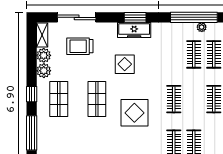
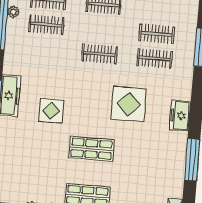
trolley: (80, 46) -> (24, 164), removed
display table: (134, 113) -> (129, 104), moved

